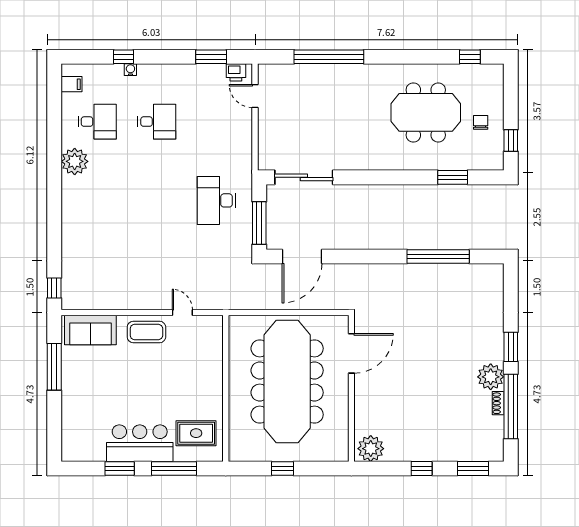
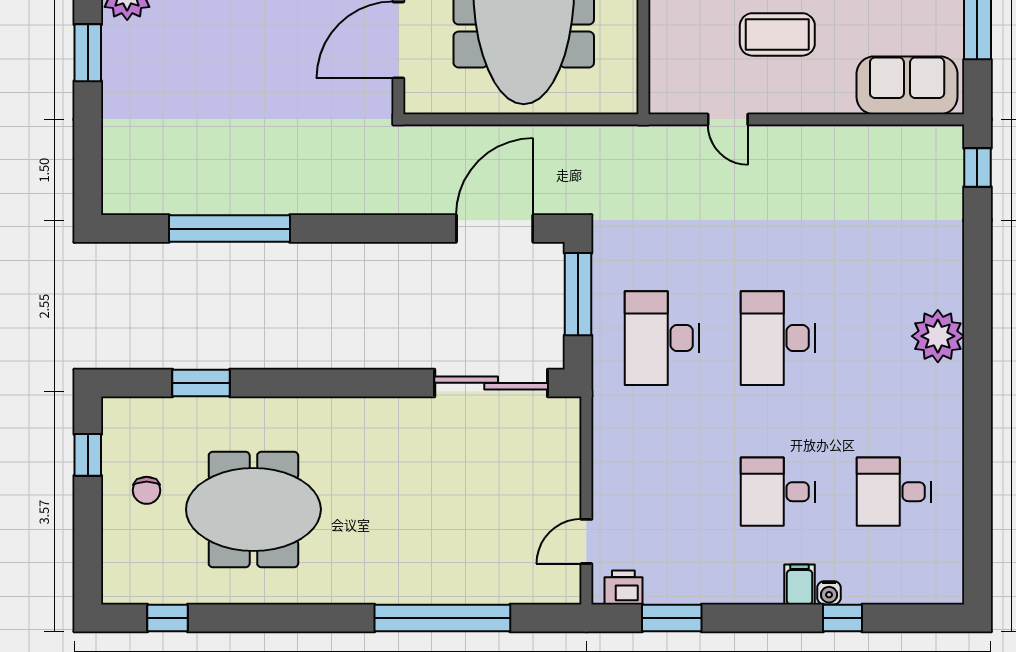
filing cabinet: (71, 84) -> (800, 584), moved, turned 90
door: (255, 96) -> (586, 541), swing flipped
plant: (75, 161) -> (938, 336), moved
desk: (157, 200) -> (778, 338), added
desk: (216, 200) -> (662, 338), turned 180
coffee table: (146, 332) -> (777, 34), moved

